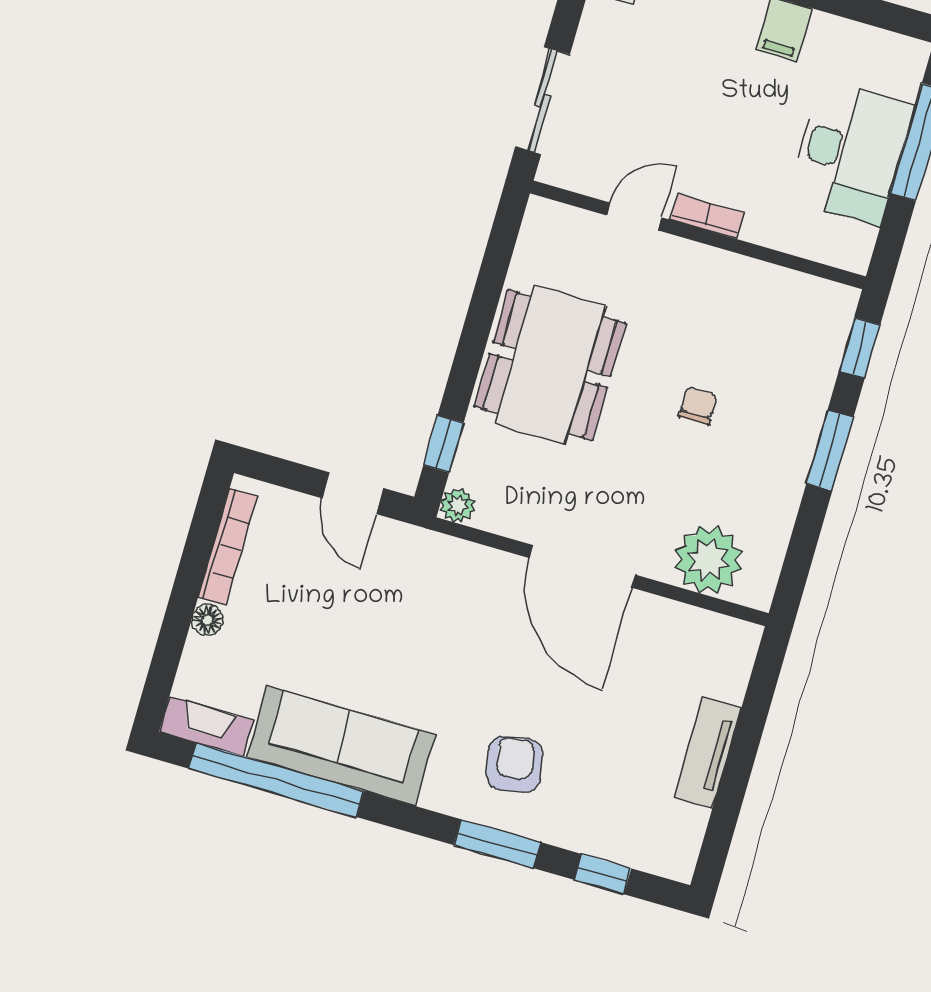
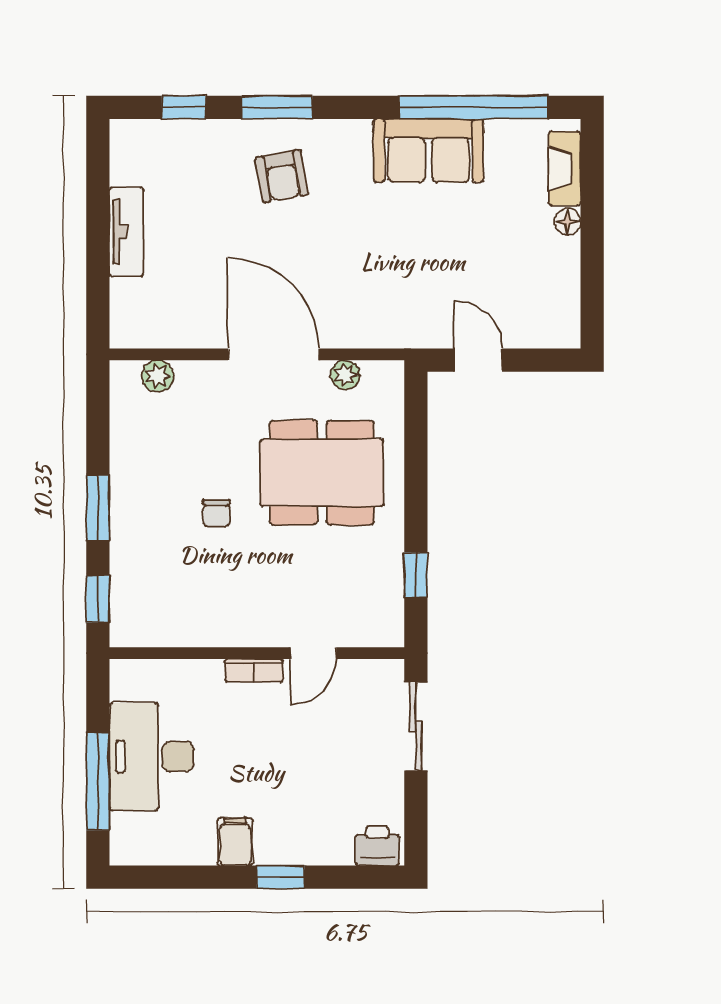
dining table: (550, 365) -> (322, 473), moved, turned 90
window: (443, 444) -> (416, 575), moved
plant: (458, 506) -> (345, 375), moved
bookcase: (228, 547) -> (568, 287), removed
plant: (709, 560) -> (158, 376), width x0.53, depth x0.53
fireplace: (206, 726) -> (565, 169), moved, turned 90
sofa: (341, 746) -> (428, 151), width x0.73

